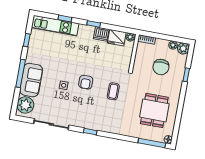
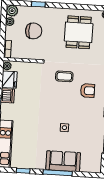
armchair: (86, 82) -> (88, 91), moved
plant: (25, 105) -> (89, 164), removed
dining table: (154, 110) -> (79, 32), turned 90

